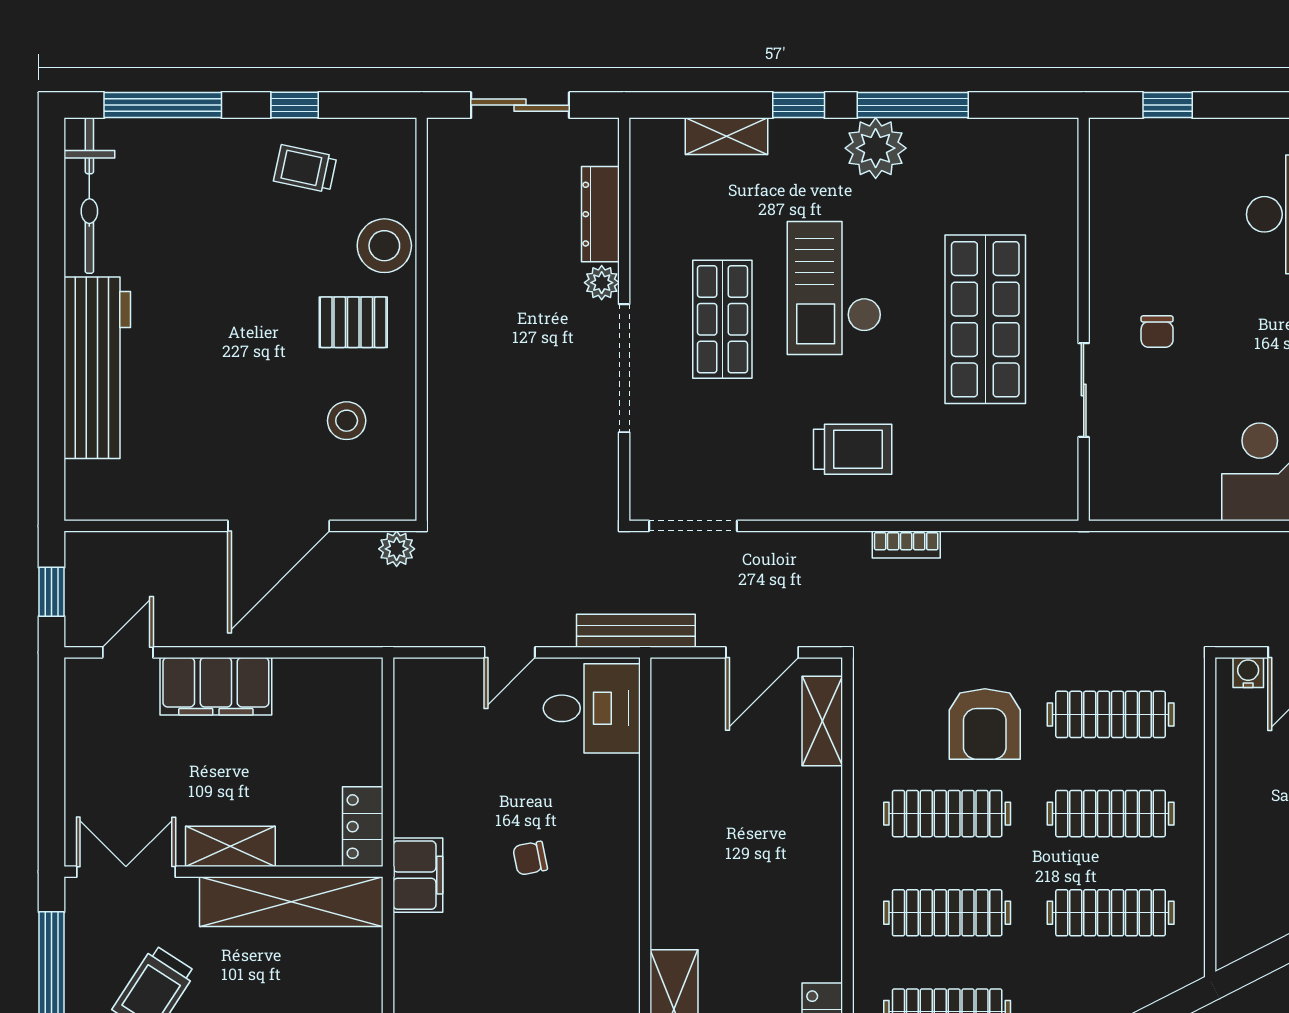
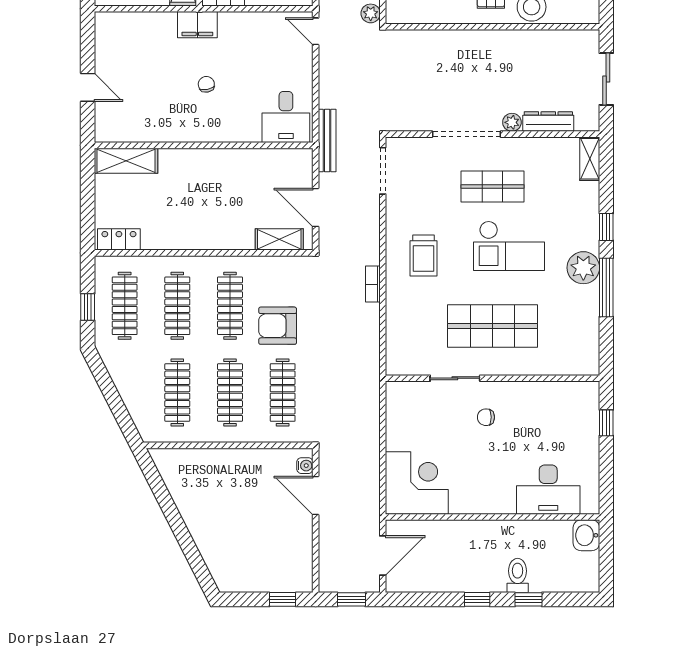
shelving: (727, 136) -> (590, 159), moved
checkout: (834, 288) -> (509, 246), turned 180
door: (510, 652) -> (316, 31), moved

